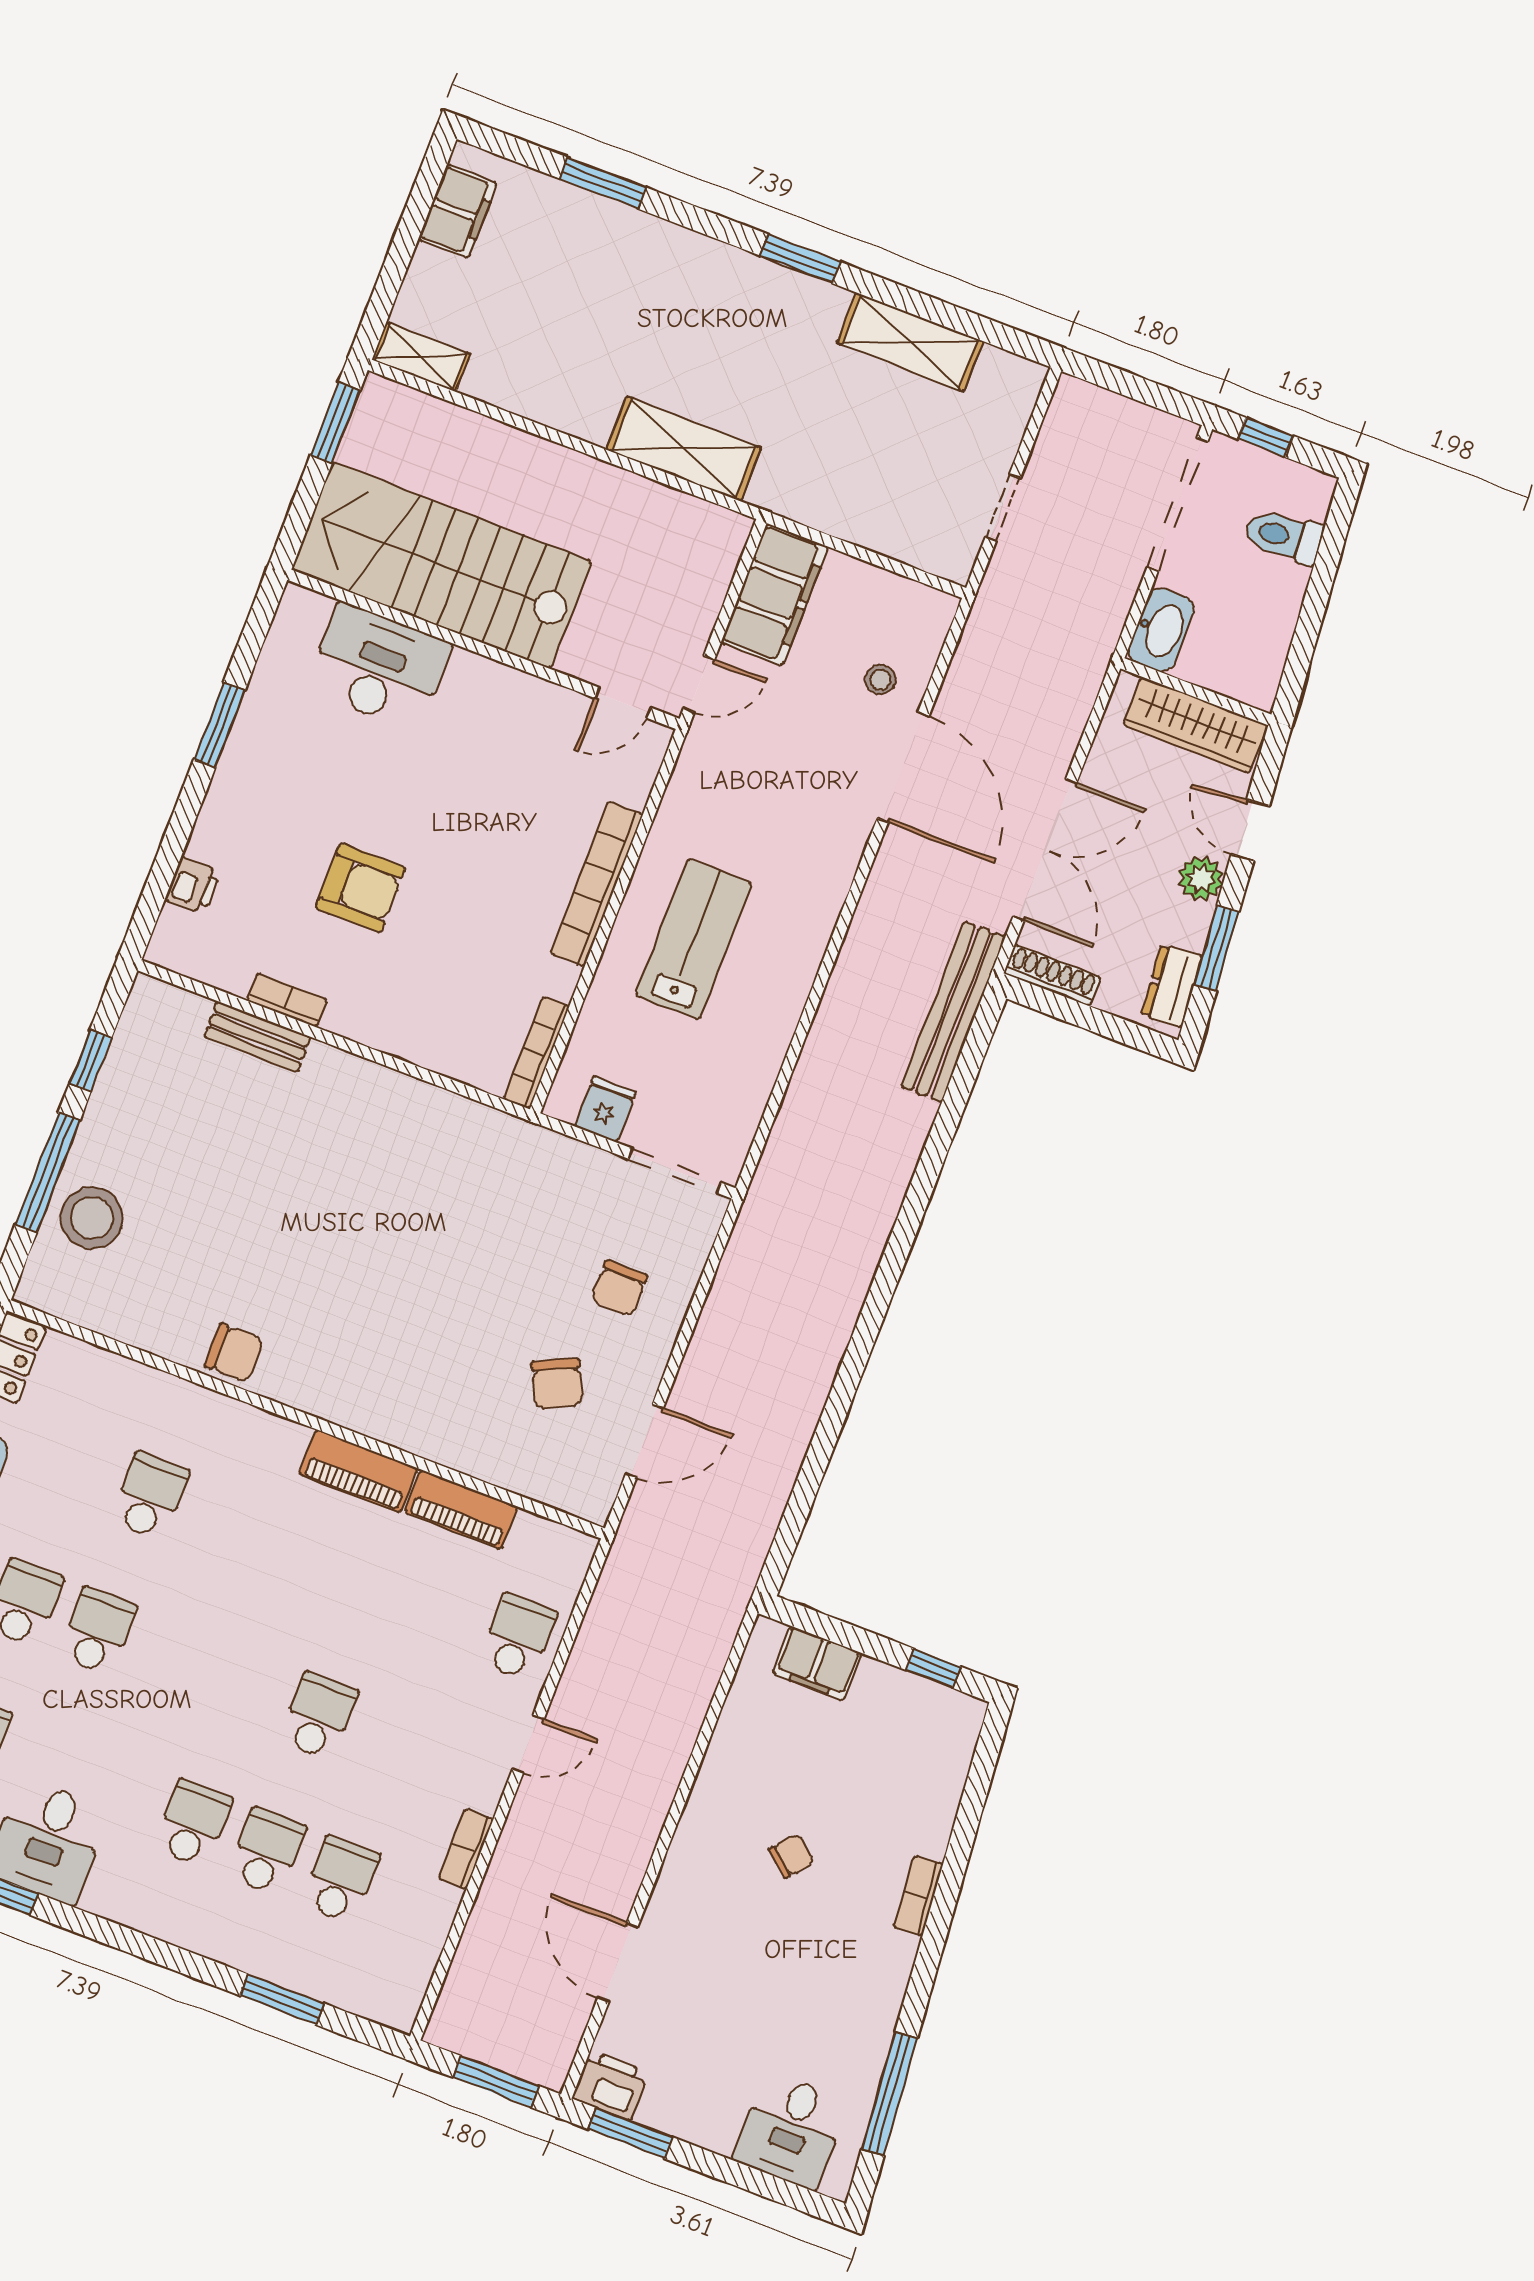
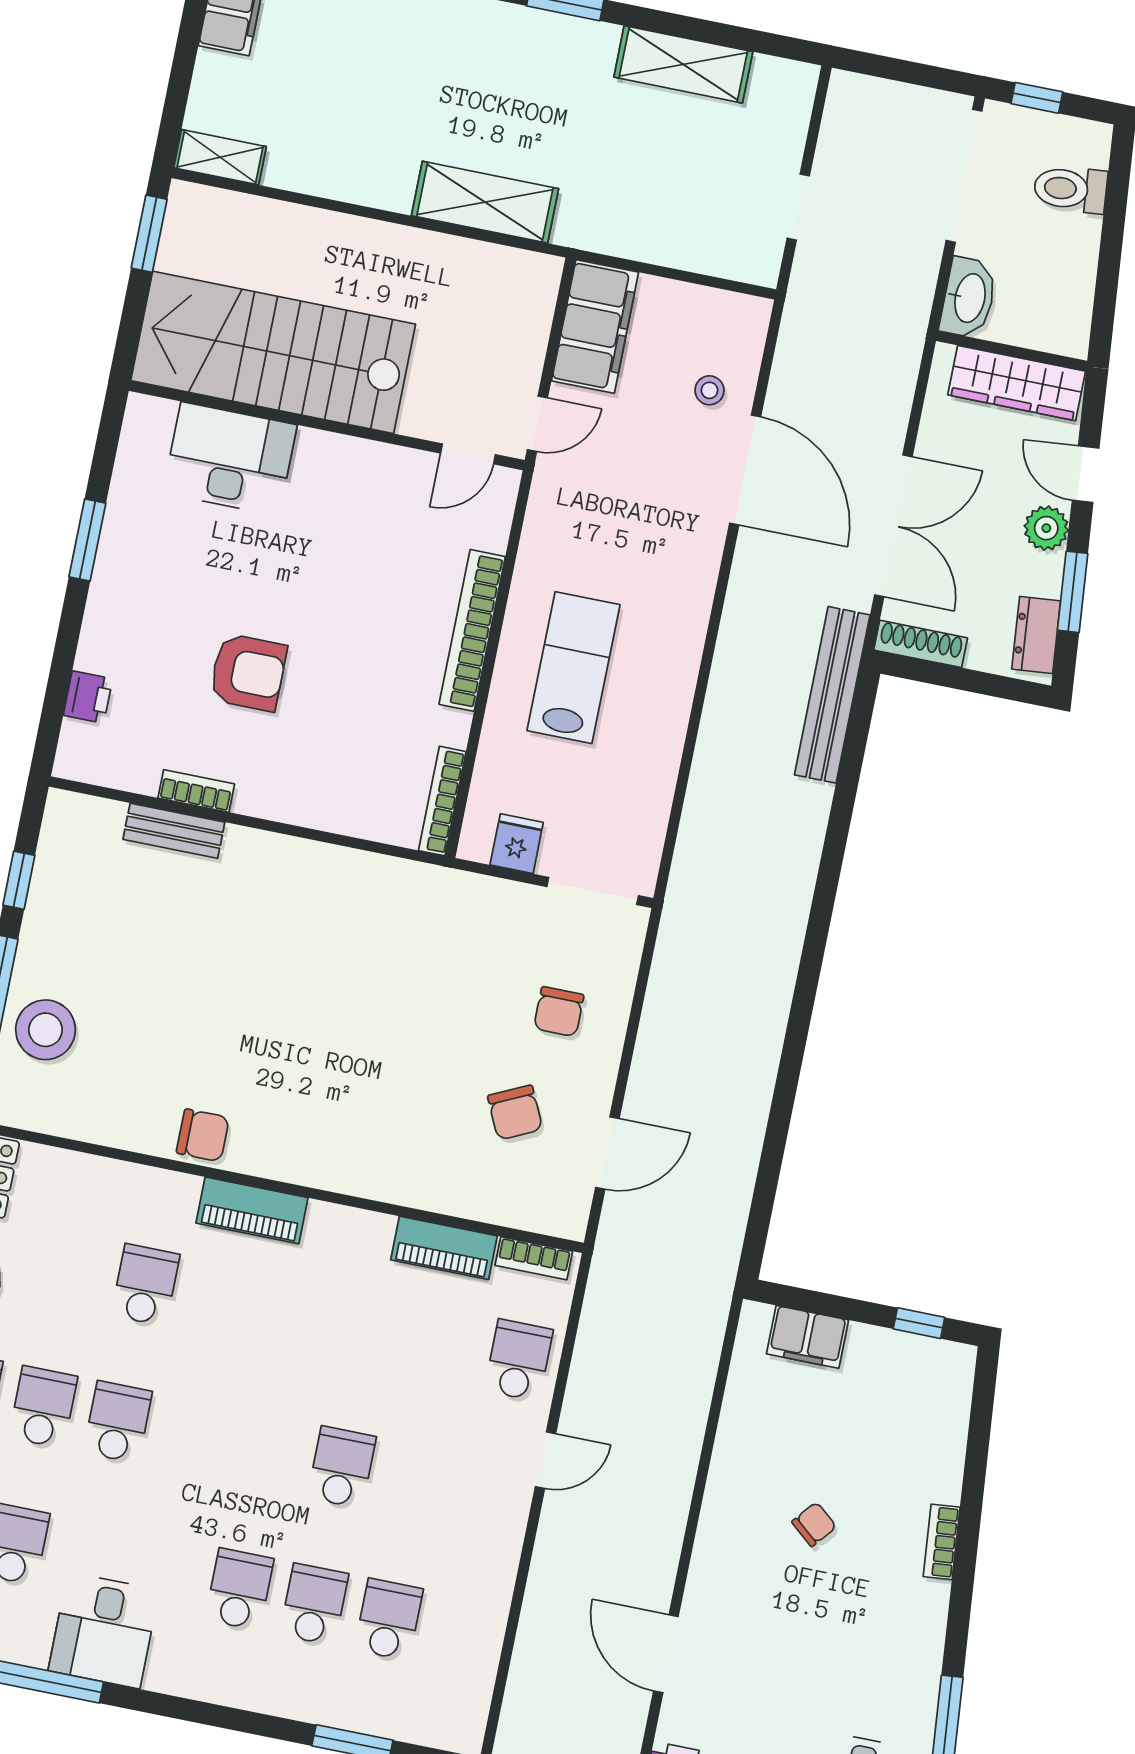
piano: (358, 1471) -> (252, 1210), moved
bookcase: (466, 1849) -> (534, 1258), moved, turned -90

